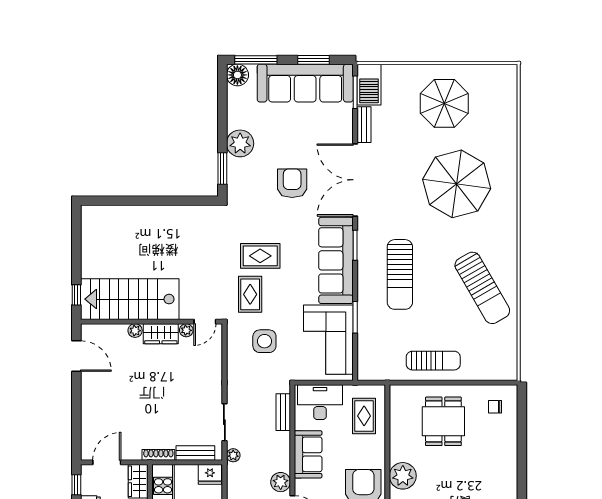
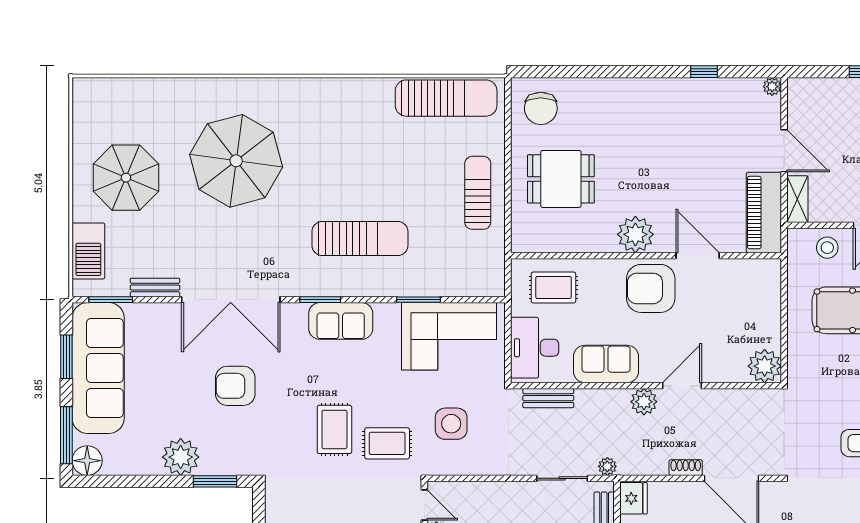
barbecue: (369, 85) -> (88, 251), moved, turned 90
sofa: (336, 260) -> (341, 321), width x0.54, depth x0.79
sun lounger: (482, 288) -> (446, 98), moved, turned 30
chair: (495, 407) -> (541, 108), width x1.87, depth x1.87

